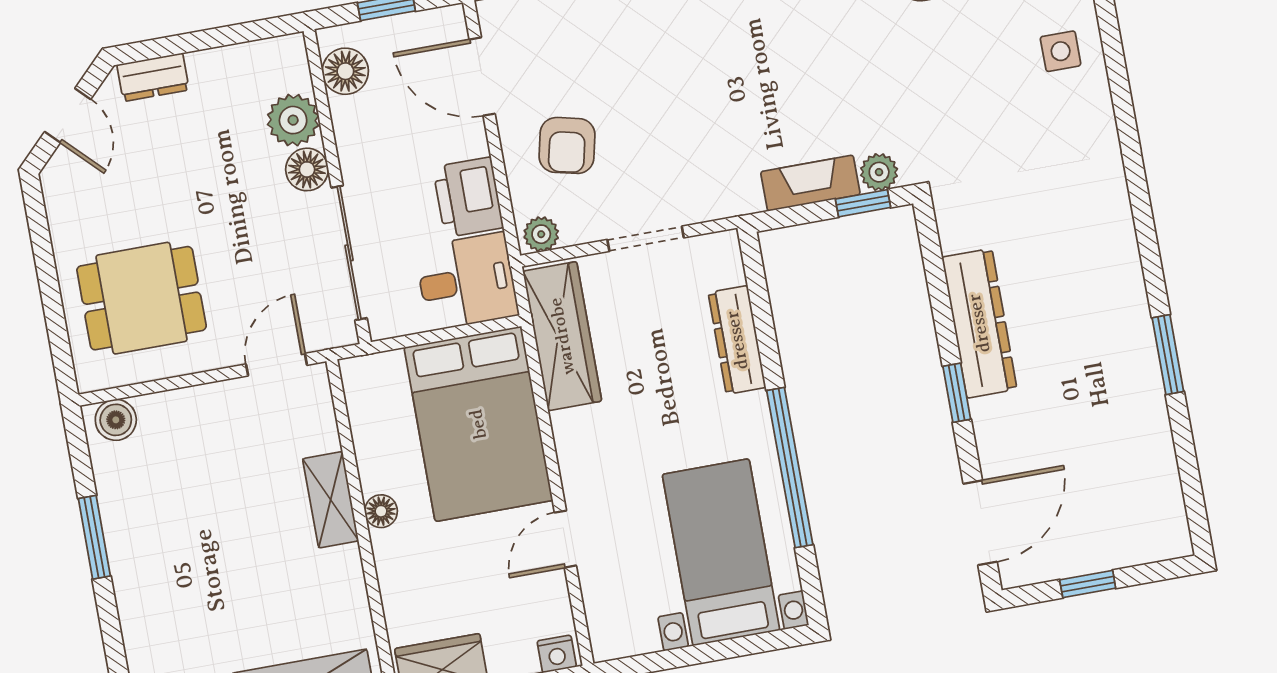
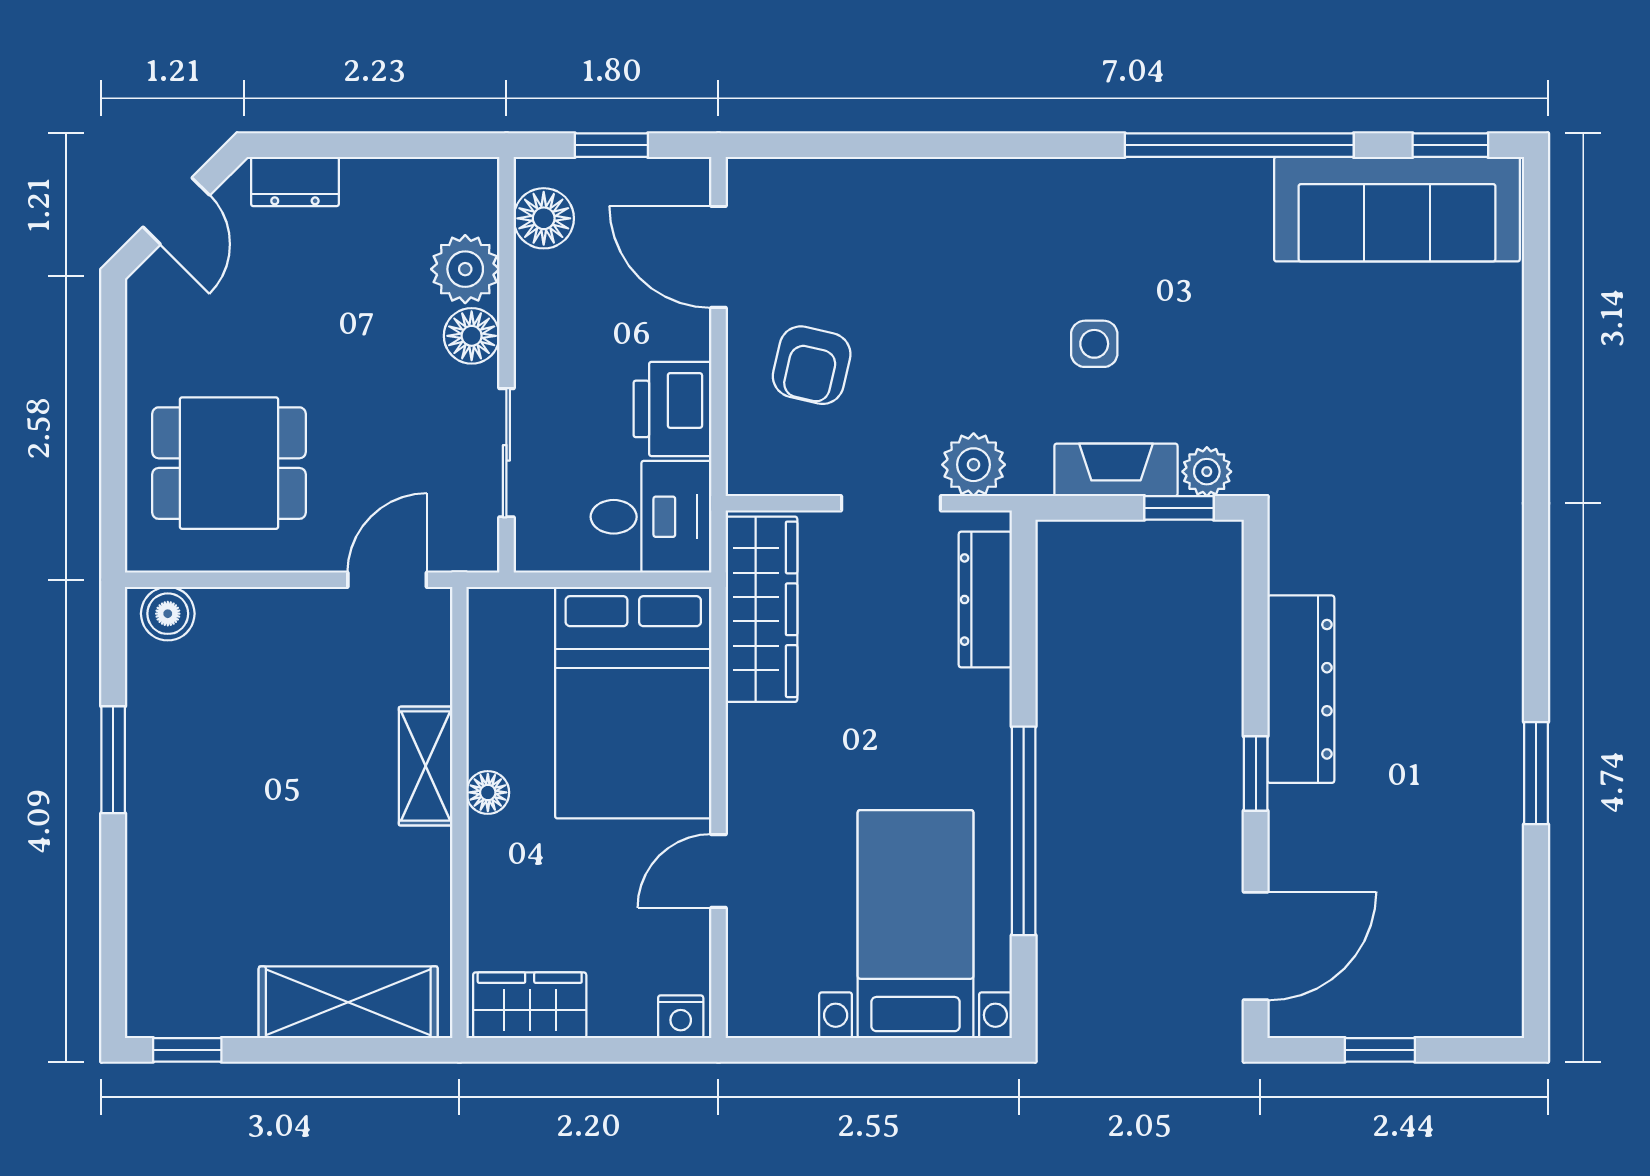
side table: (1061, 51) -> (1094, 344), moved
plant: (541, 234) -> (974, 465), moved, width x1.38, depth x1.38
sliding door: (349, 253) -> (506, 453), width x0.73
dresser: (737, 340) -> (985, 600), moved

